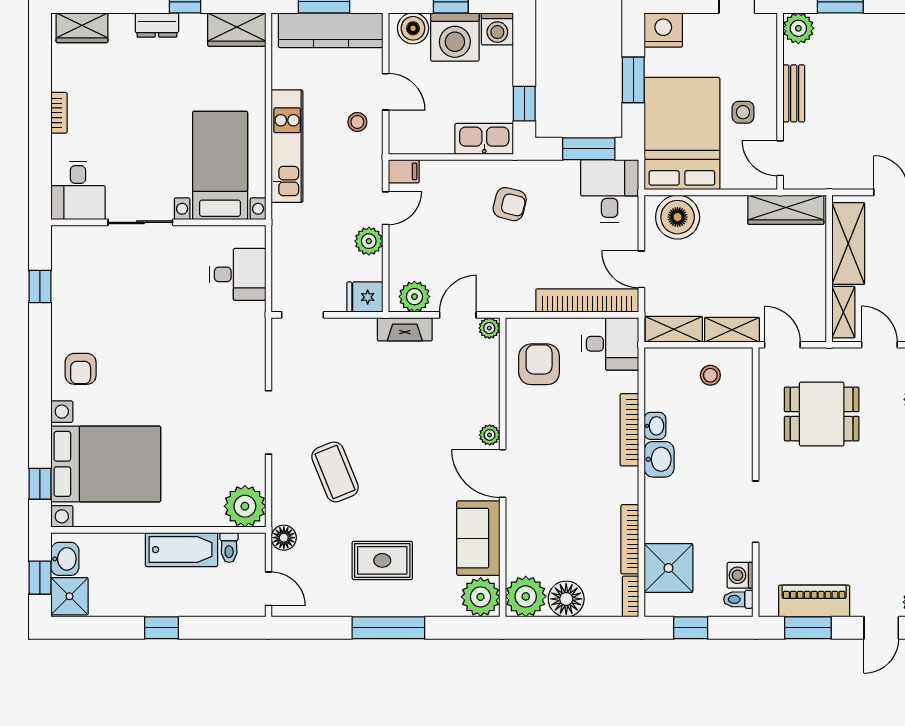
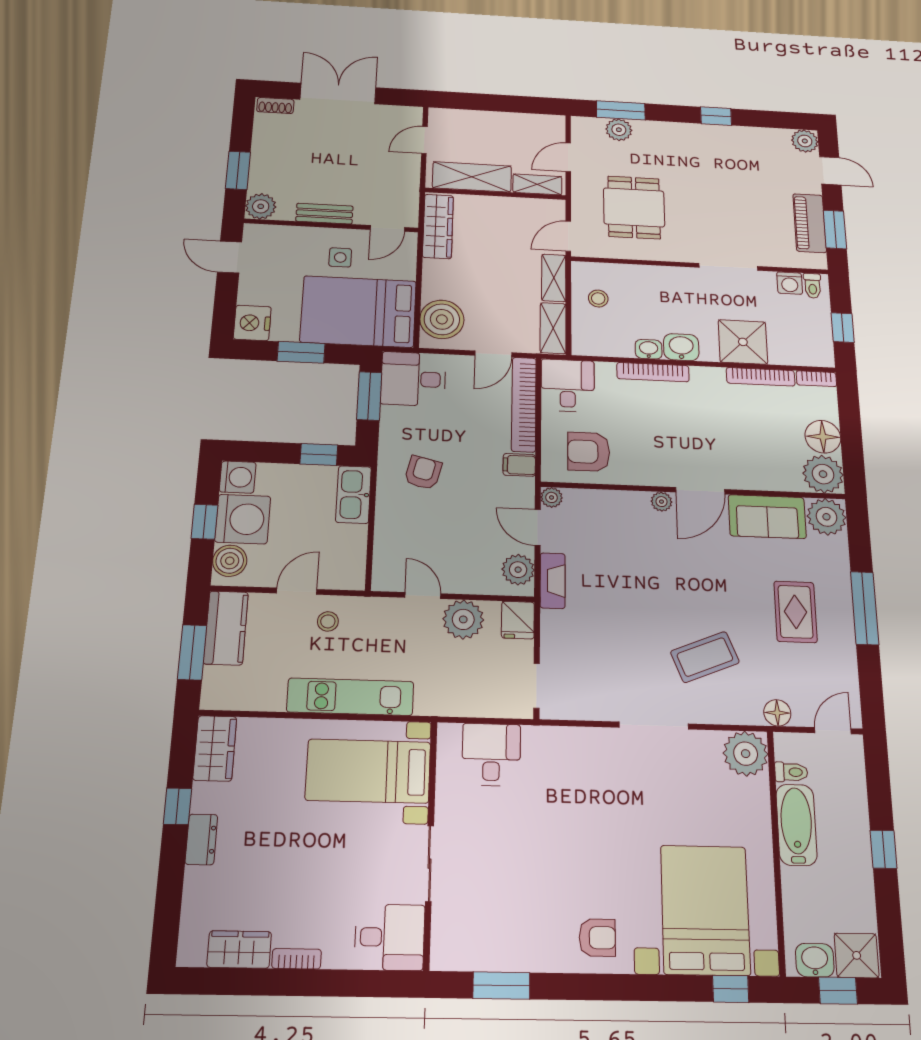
wardrobe: (82, 28) -> (239, 949), moved, turned -90
kitchen counter: (331, 30) -> (226, 628), width x0.67
filing cabinet: (404, 171) -> (519, 465), moved, turned -90
plant: (369, 241) -> (463, 619), width x1.36, depth x1.36
window: (40, 286) -> (501, 985), width x1.50
shower: (668, 568) -> (743, 342), moved

